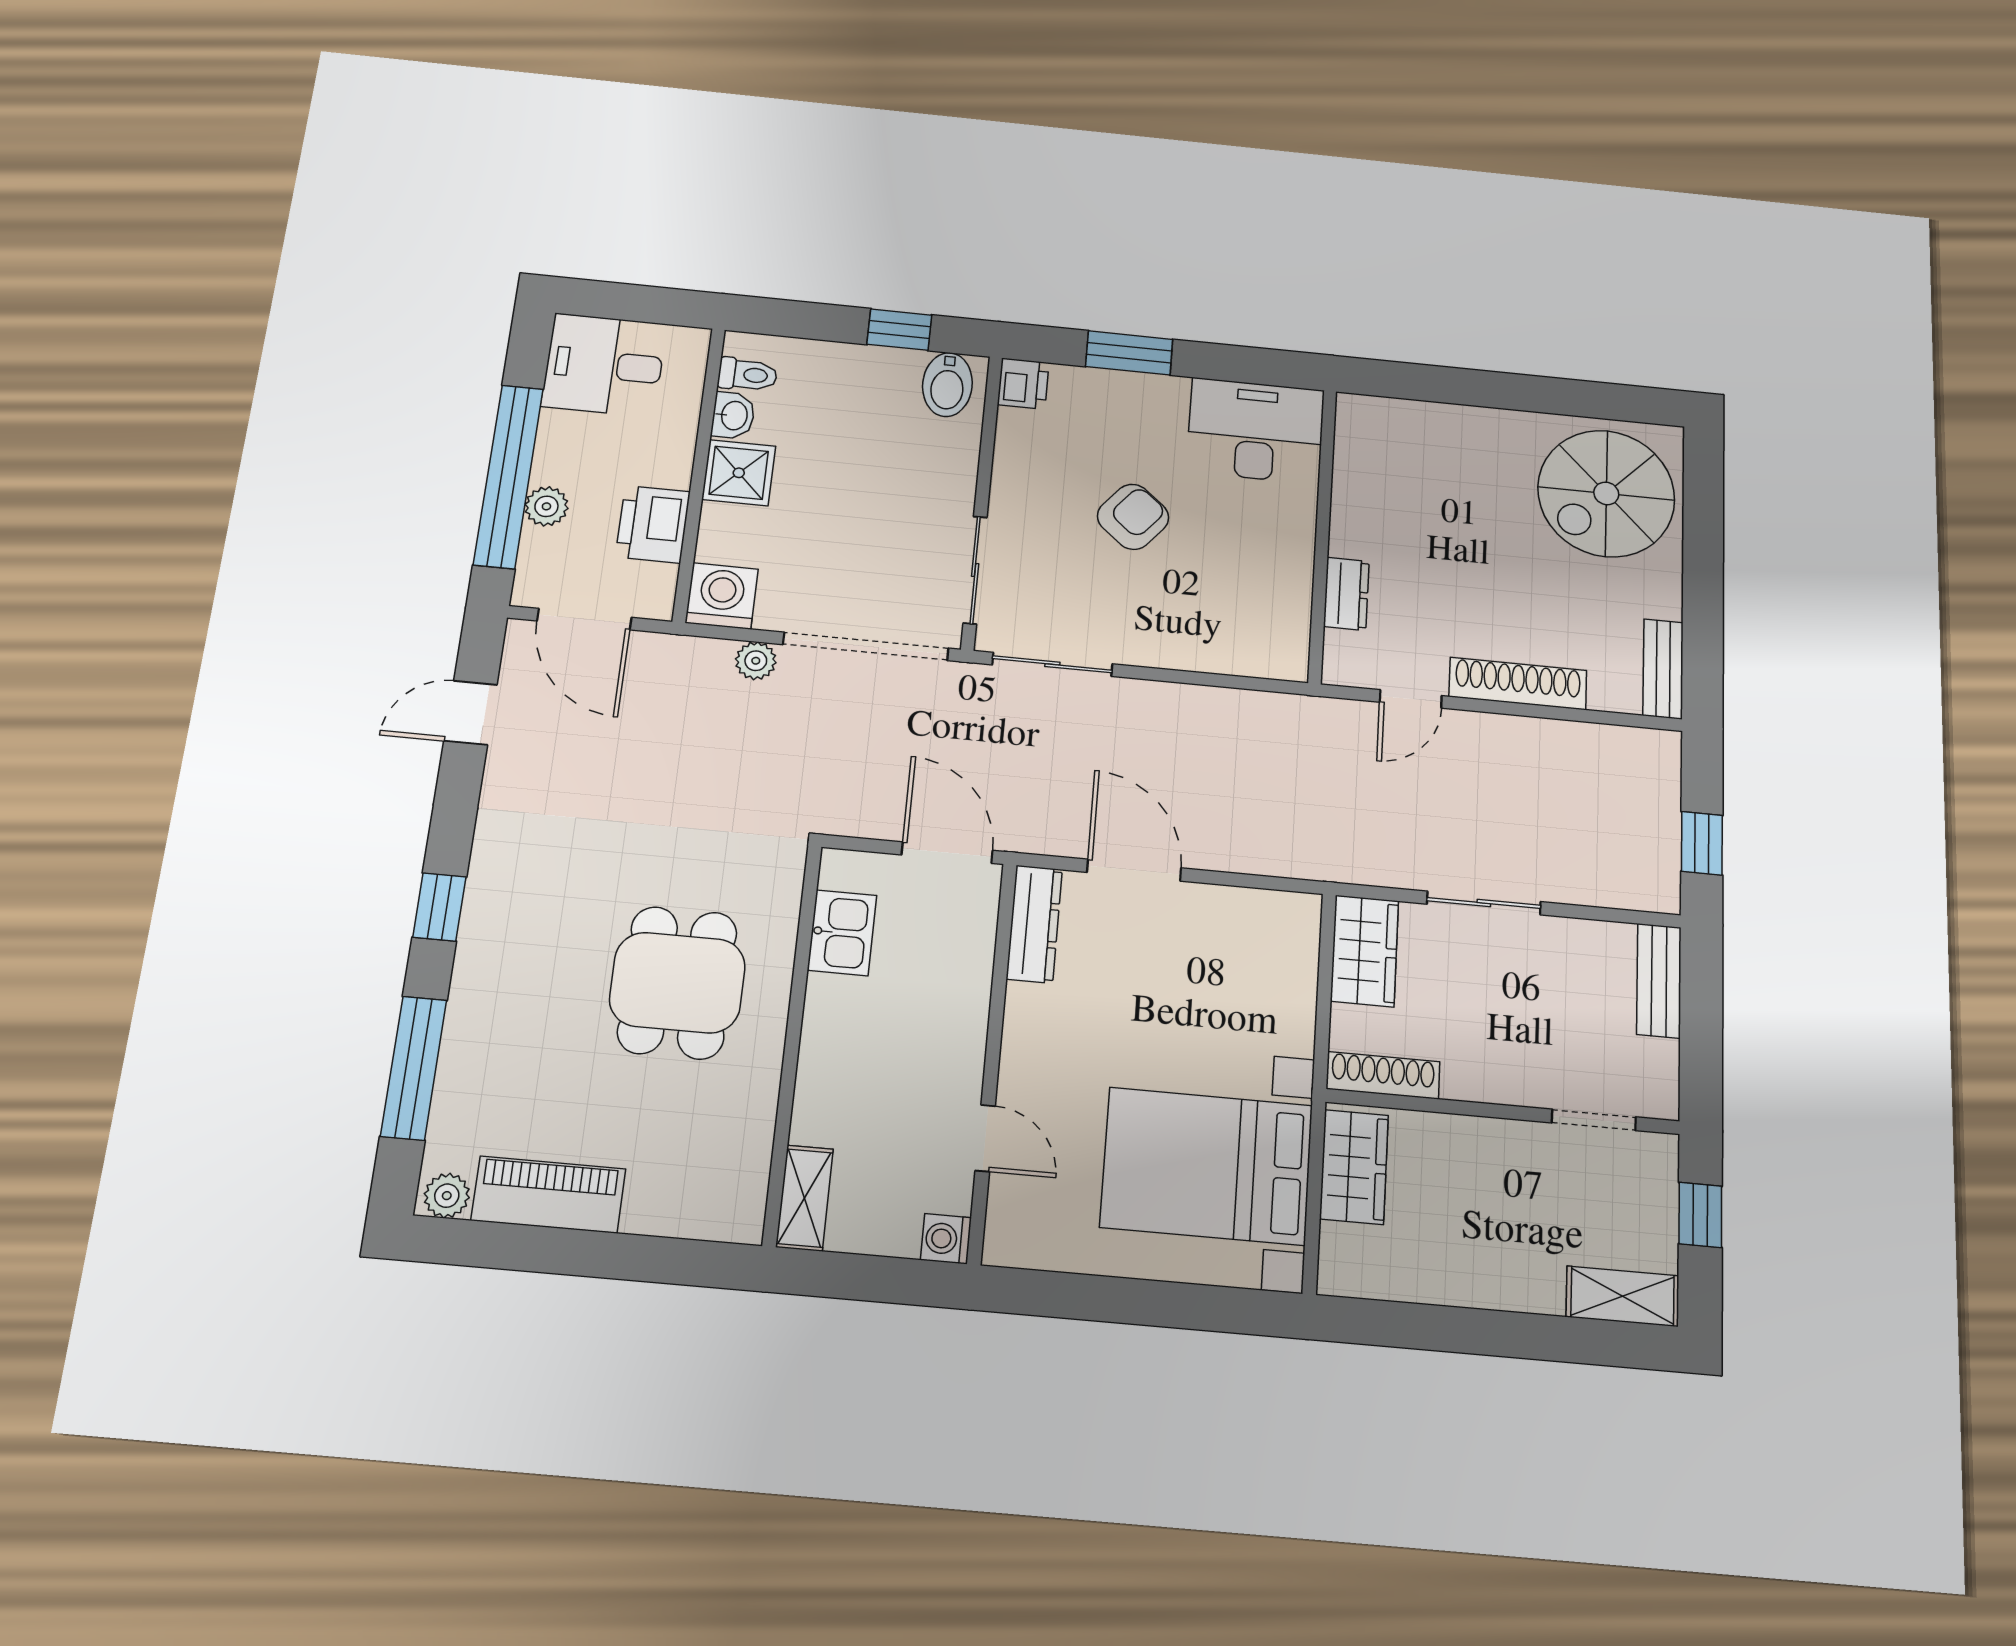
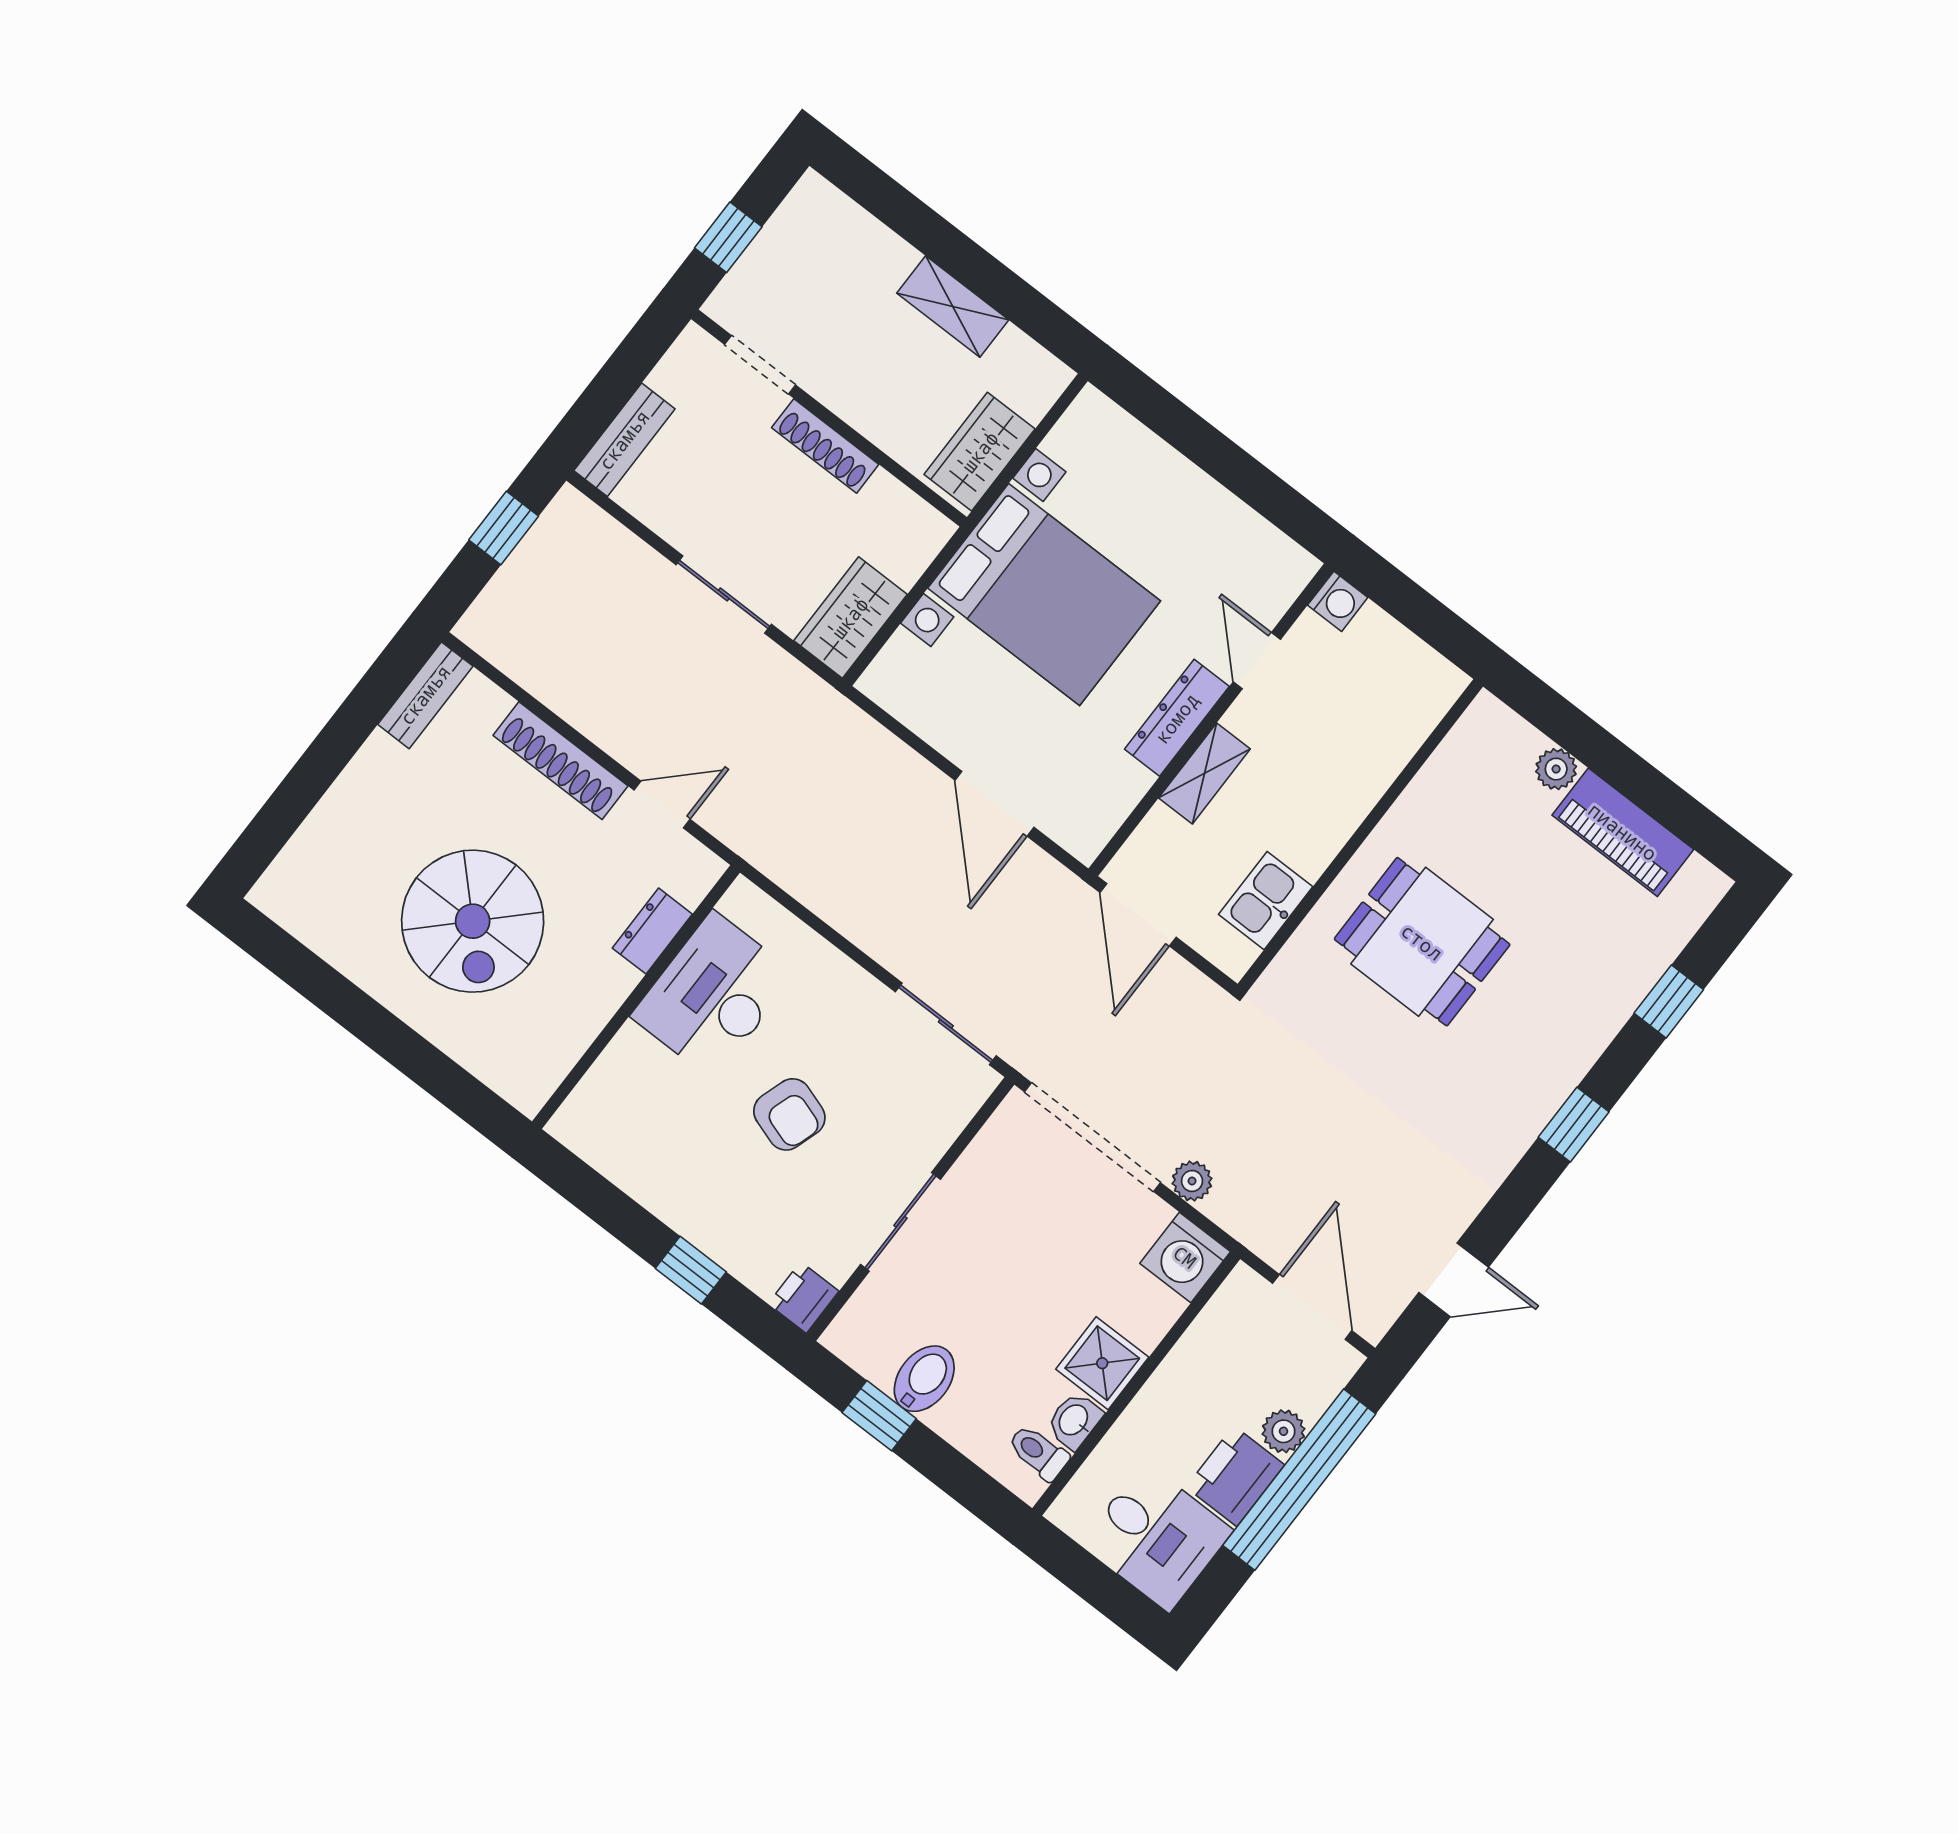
window: (1129, 353) -> (691, 1270), width x0.67
bidet: (947, 385) -> (924, 1379), moved
desk: (1256, 431) -> (713, 995), moved, turned 90
spiral stairs: (1606, 493) -> (473, 921), moved, turned 90
armchair: (1133, 517) -> (789, 1114), turned -112
printer: (653, 524) -> (1235, 1476), moved, turned 180
sliding door: (975, 570) -> (900, 1222), moved
dresser: (1034, 924) -> (1177, 718), moved
dining table: (677, 983) -> (1422, 942), turned 90
window: (414, 1068) -> (1669, 1001), width x0.46
shoe rack: (1383, 1075) -> (825, 446), moved
bed with nightstands: (1207, 1166) -> (1044, 595), moved
plant: (447, 1196) -> (1556, 769), moved
shelving: (805, 1198) -> (1204, 773), moved
shelving: (1623, 1296) -> (953, 307), moved

